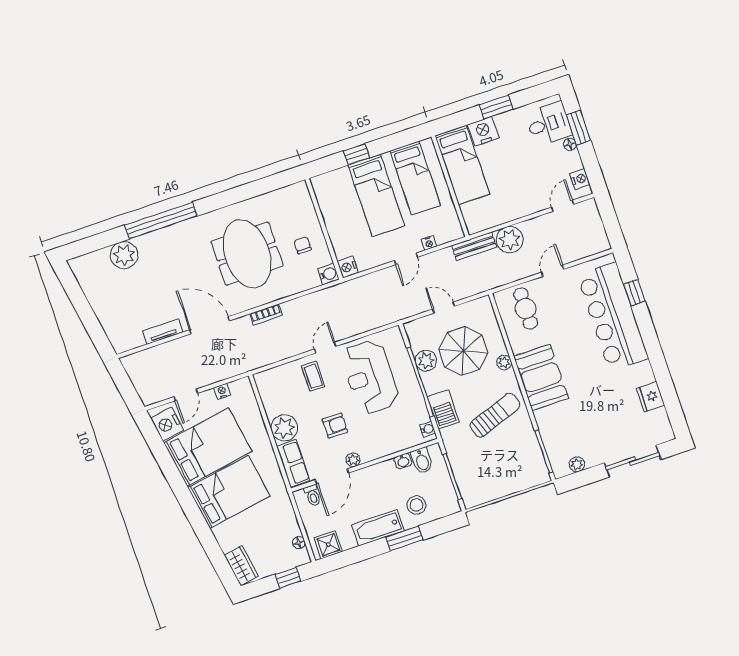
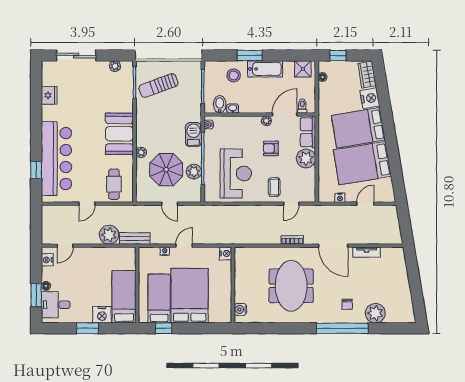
window: (356, 154) -> (164, 328), moved
bed: (376, 195) -> (190, 296), width x1.50
chair: (303, 245) -> (347, 304), moved
water cooler: (328, 274) -> (240, 309), moved
door: (325, 348) -> (291, 204), moved
sun lounger: (495, 415) -> (158, 86), moved
nightstand: (167, 424) -> (370, 98), moved

